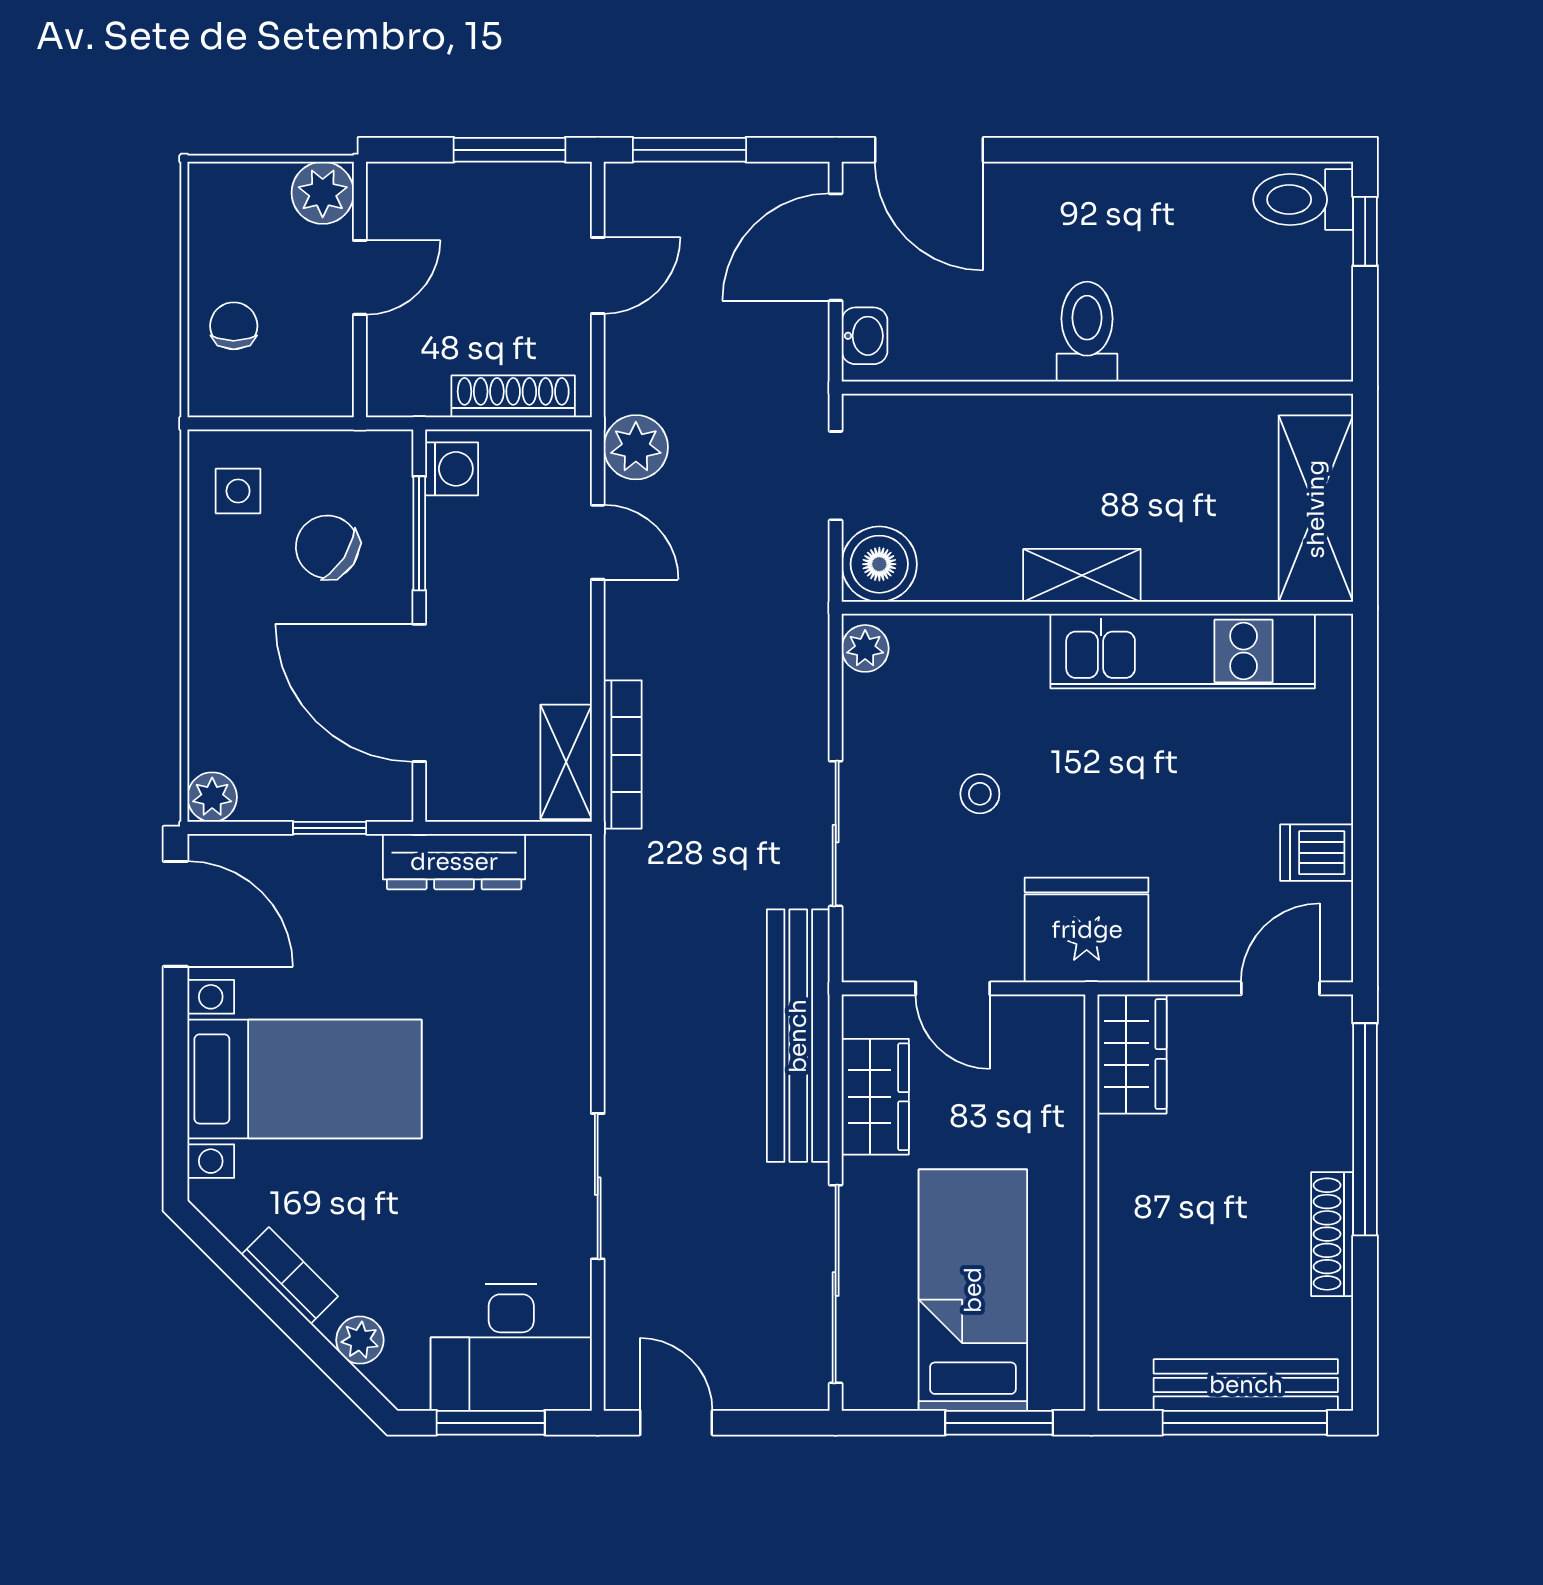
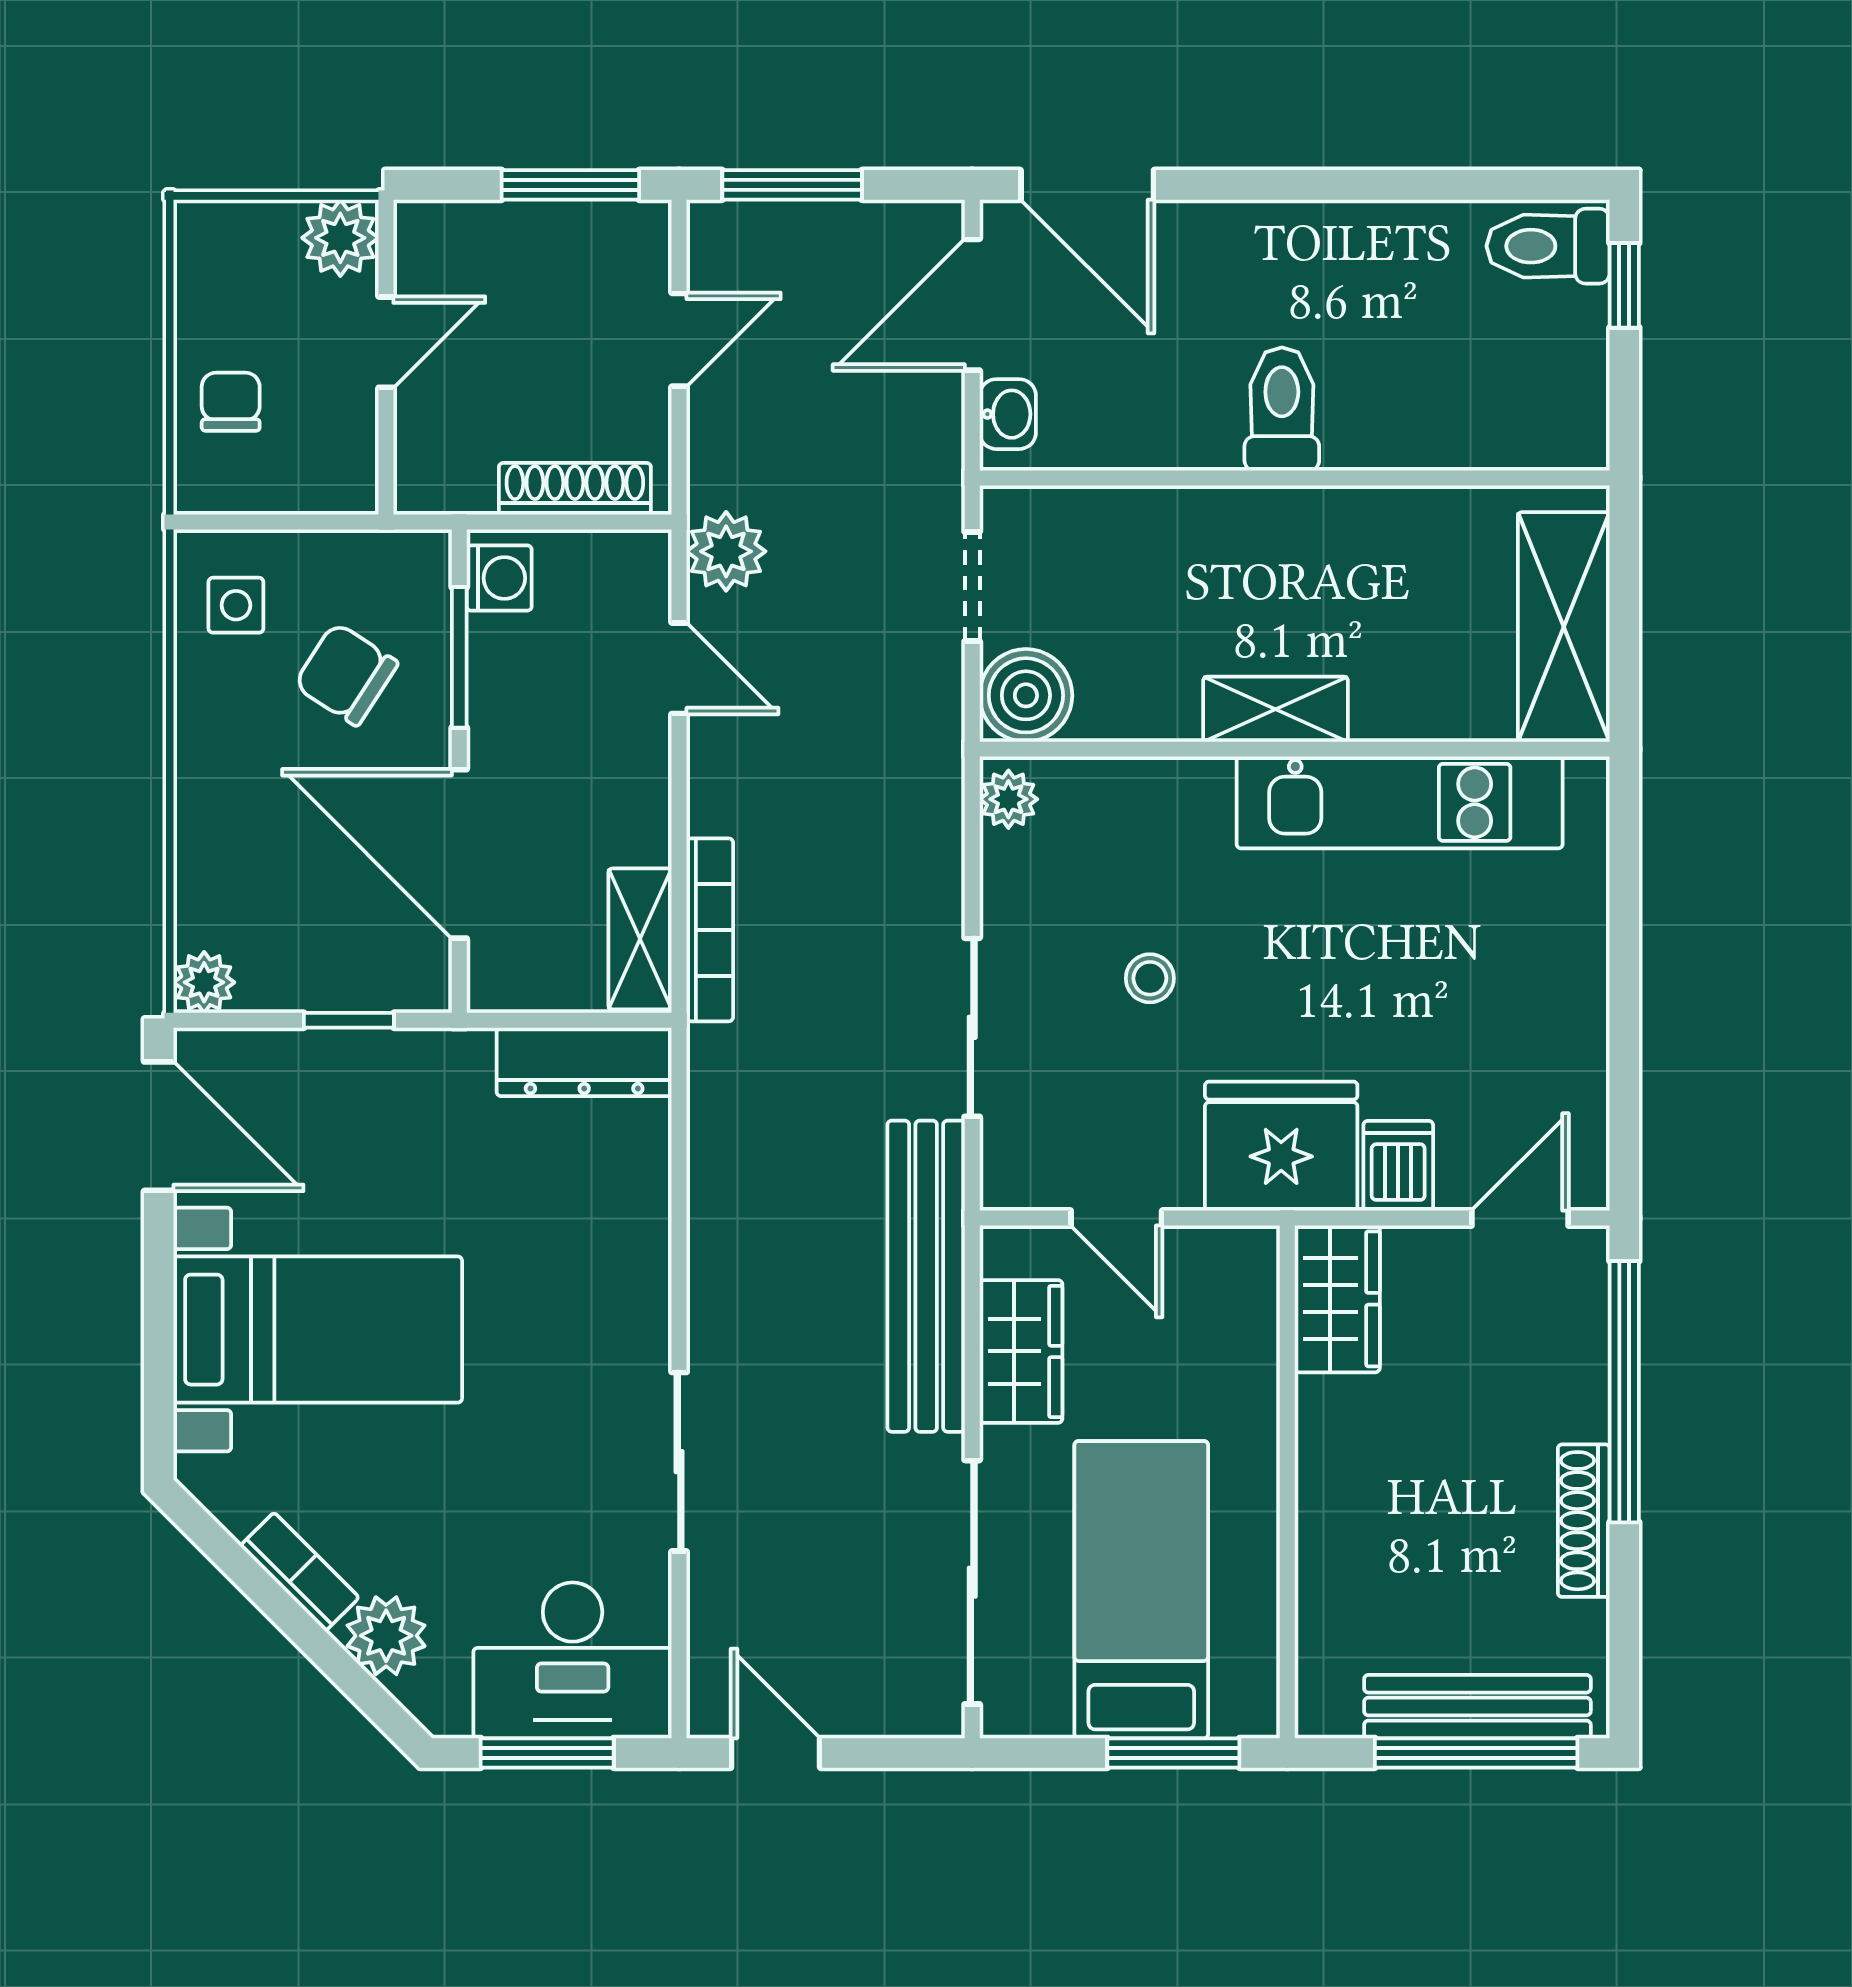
dishwasher: (1317, 853) -> (1398, 1166), moved, turned 90
dresser: (454, 862) -> (584, 1062), moved
plant: (360, 1340) -> (386, 1636), width x1.38, depth x1.38

